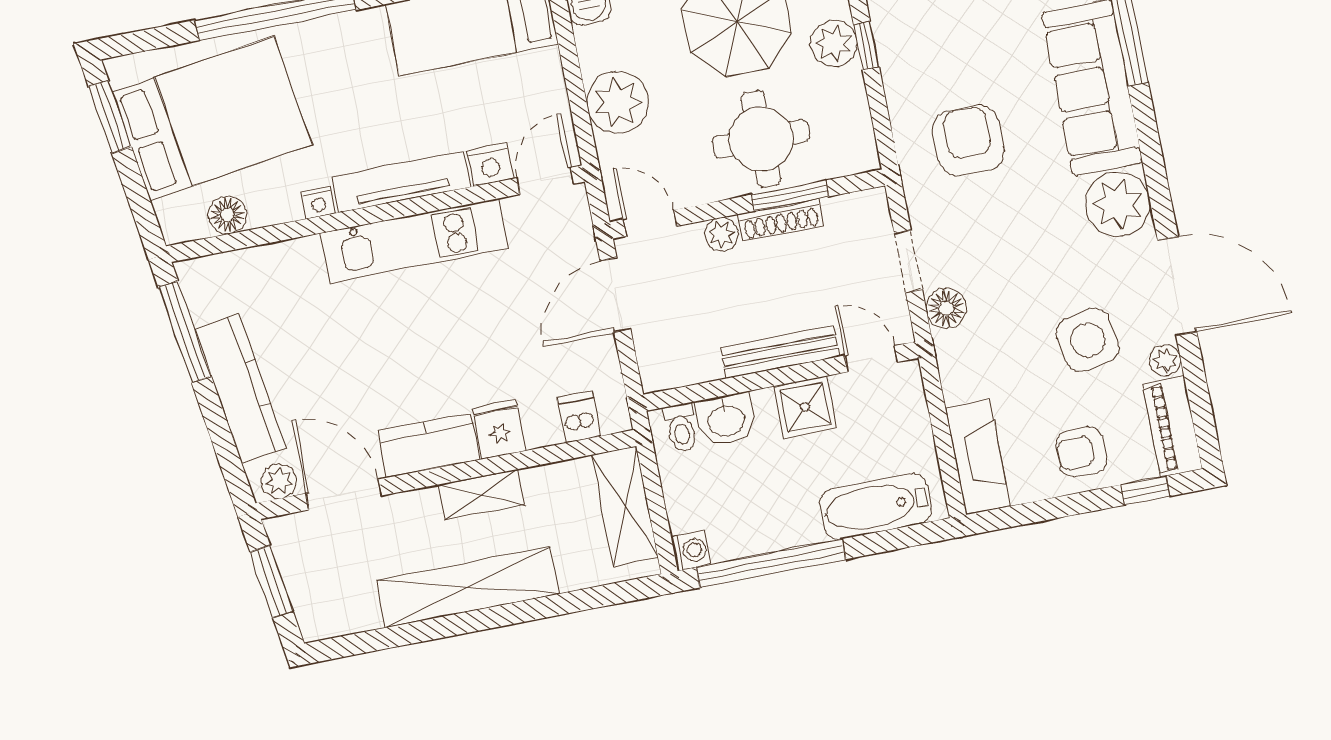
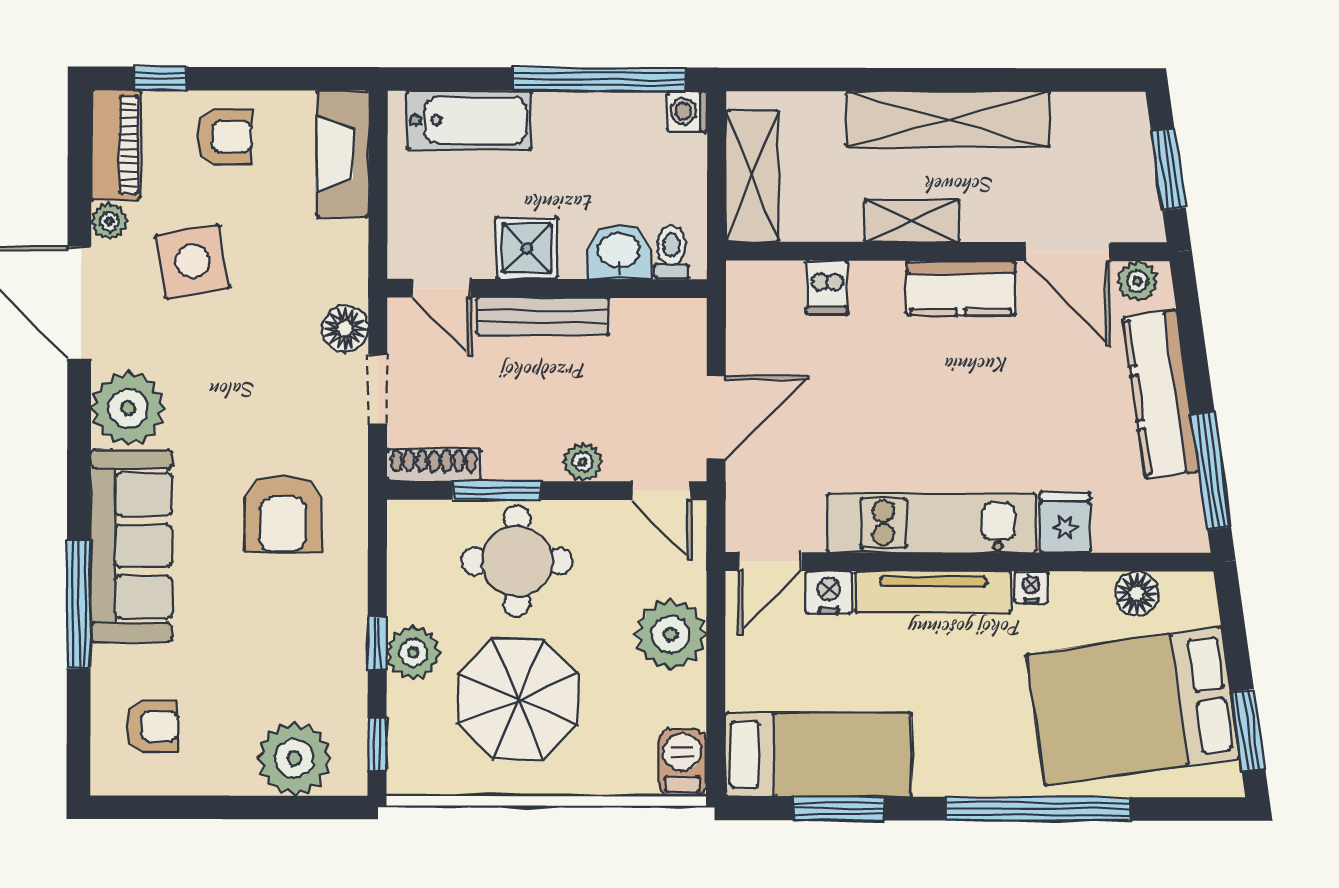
shoe rack: (781, 220) -> (434, 465), moved
dishwasher: (579, 417) -> (827, 288), moved
fridge: (499, 429) -> (1065, 522), moved, turned 180

